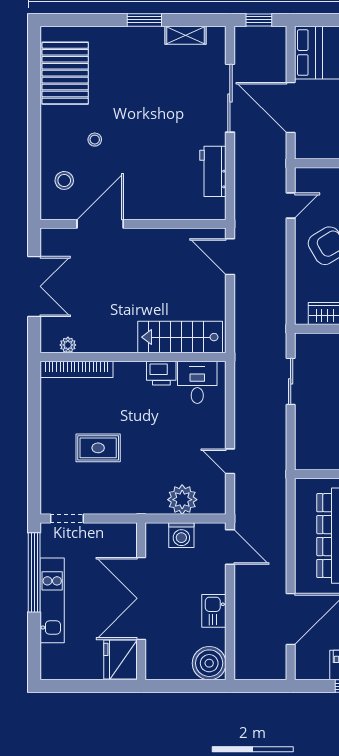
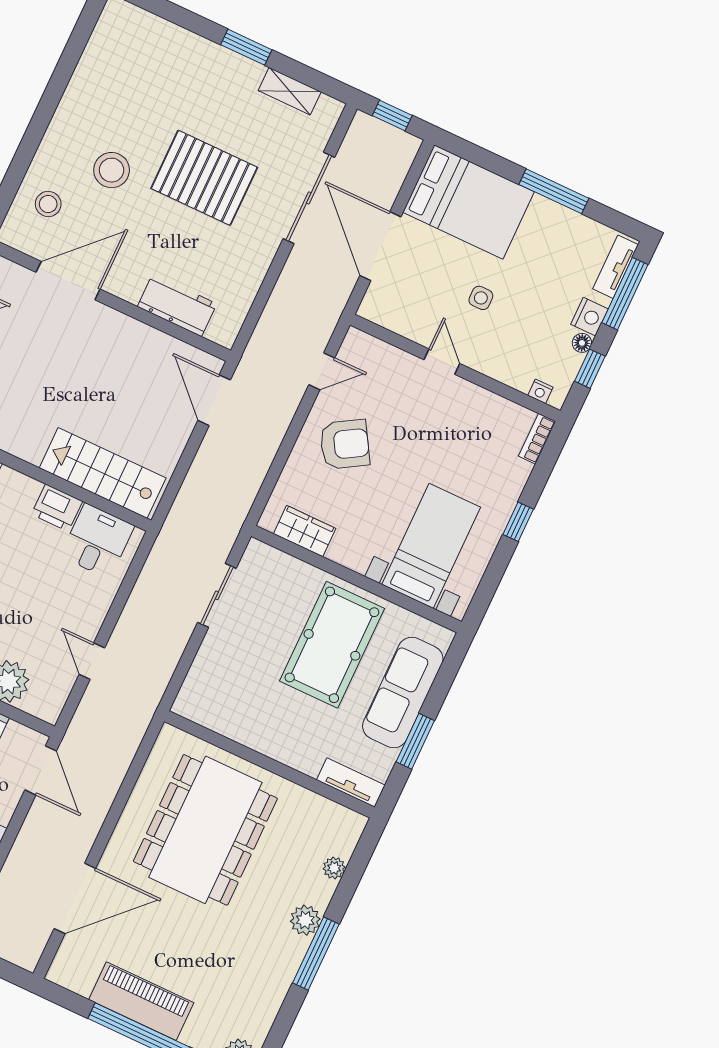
pallet: (65, 73) -> (204, 178), moved, turned 90
stool: (95, 140) -> (112, 170), width x1.89, depth x1.89
workbench: (213, 171) -> (177, 305), moved, turned 90

